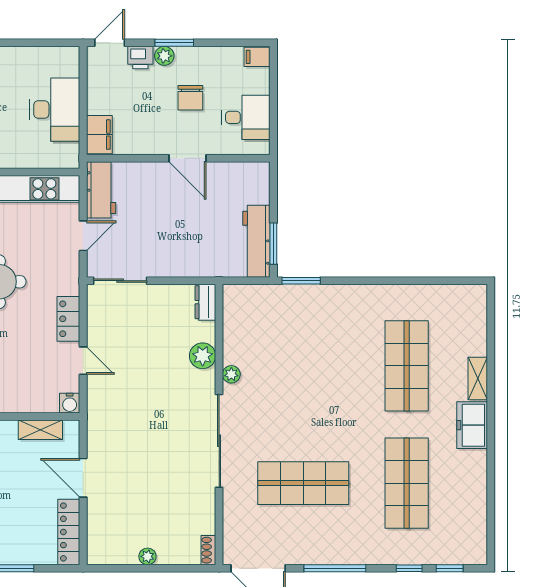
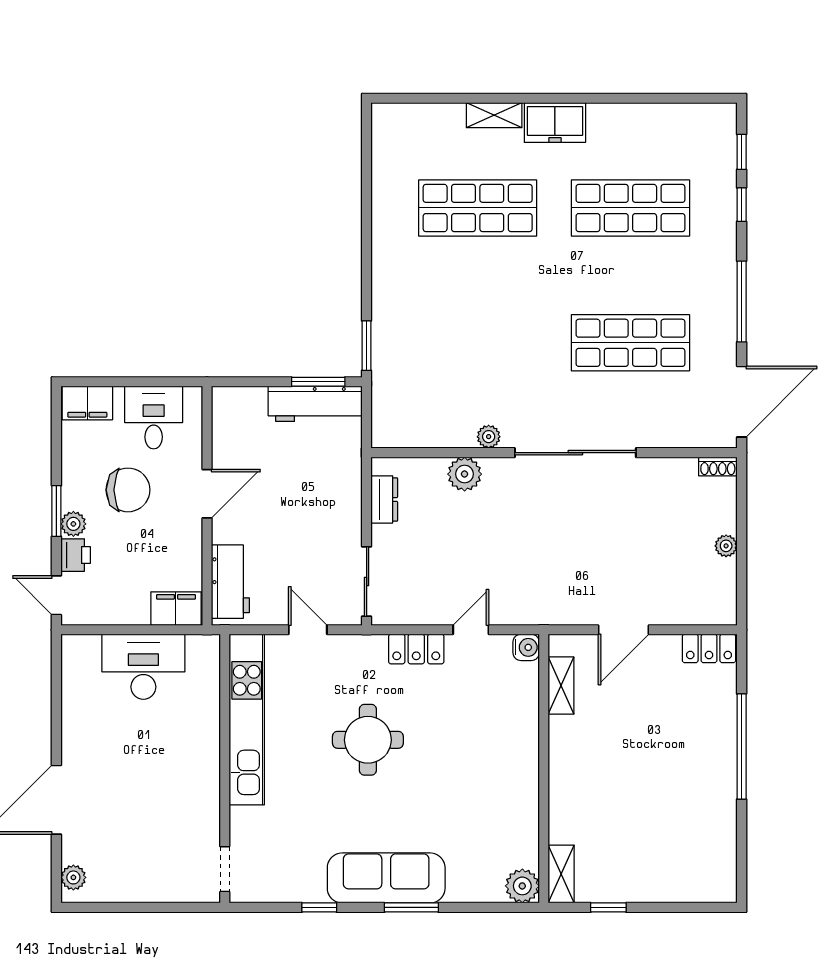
filing cabinet: (257, 57) -> (87, 403), width x2.00
chair: (190, 98) -> (128, 490), width x1.37, depth x1.37
workbench: (101, 190) -> (230, 582), moved, turned 90
dresser: (205, 302) -> (384, 499), moved, turned -90
shop shelf: (303, 483) -> (630, 343), turned 90
locker: (69, 532) -> (709, 648), width x0.66

